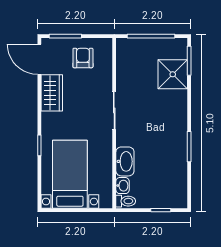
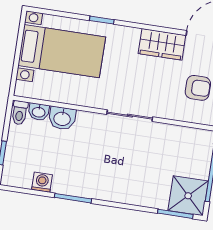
shower: (173, 74) -> (188, 196), moved
washbasin: (125, 161) -> (62, 118), width x0.72
washing machine: (180, 174) -> (42, 182), added

